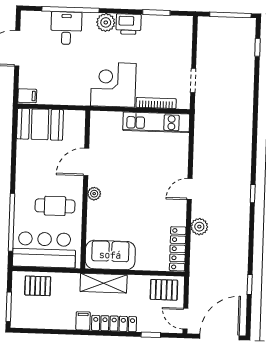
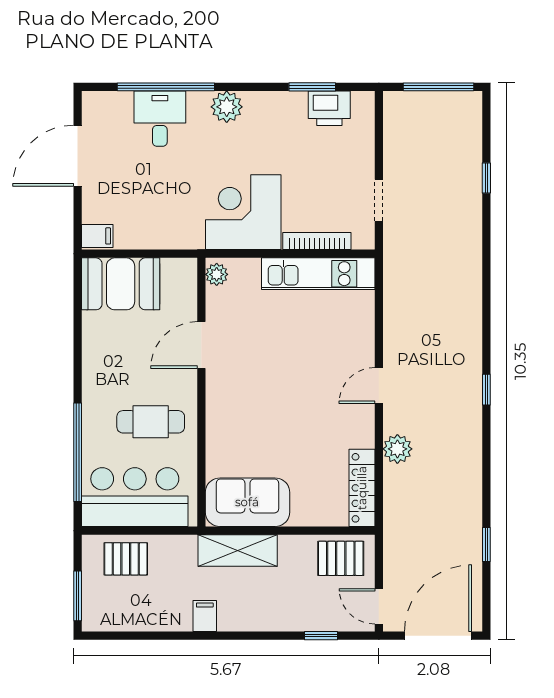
printer: (129, 24) -> (329, 108), moved
window: (258, 47) -> (486, 178), moved
plant: (94, 194) -> (217, 274), moved
locker: (114, 324) -> (258, 619), removed

